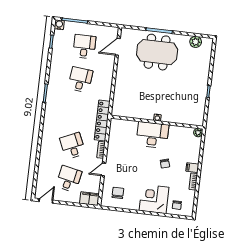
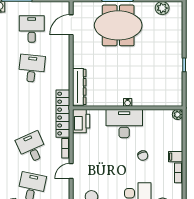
dresser: (118, 100) -> (79, 87), added
printer: (117, 129) -> (81, 121), added

